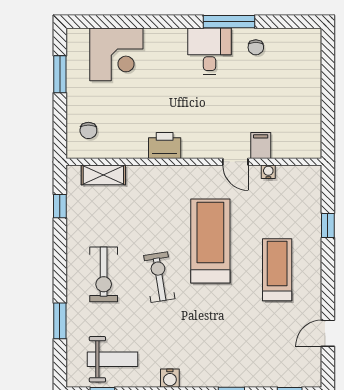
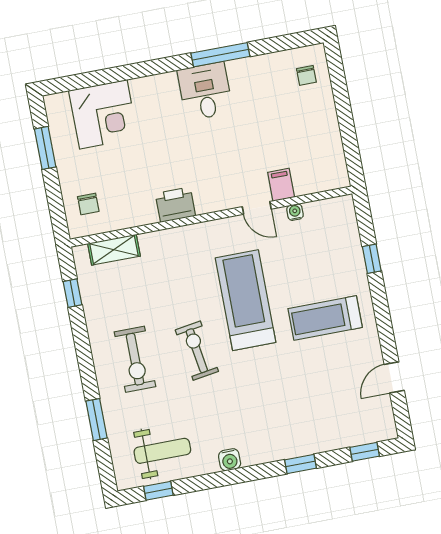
chair: (256, 47) -> (306, 75), moved
treadmill: (277, 270) -> (325, 318), turned -90

